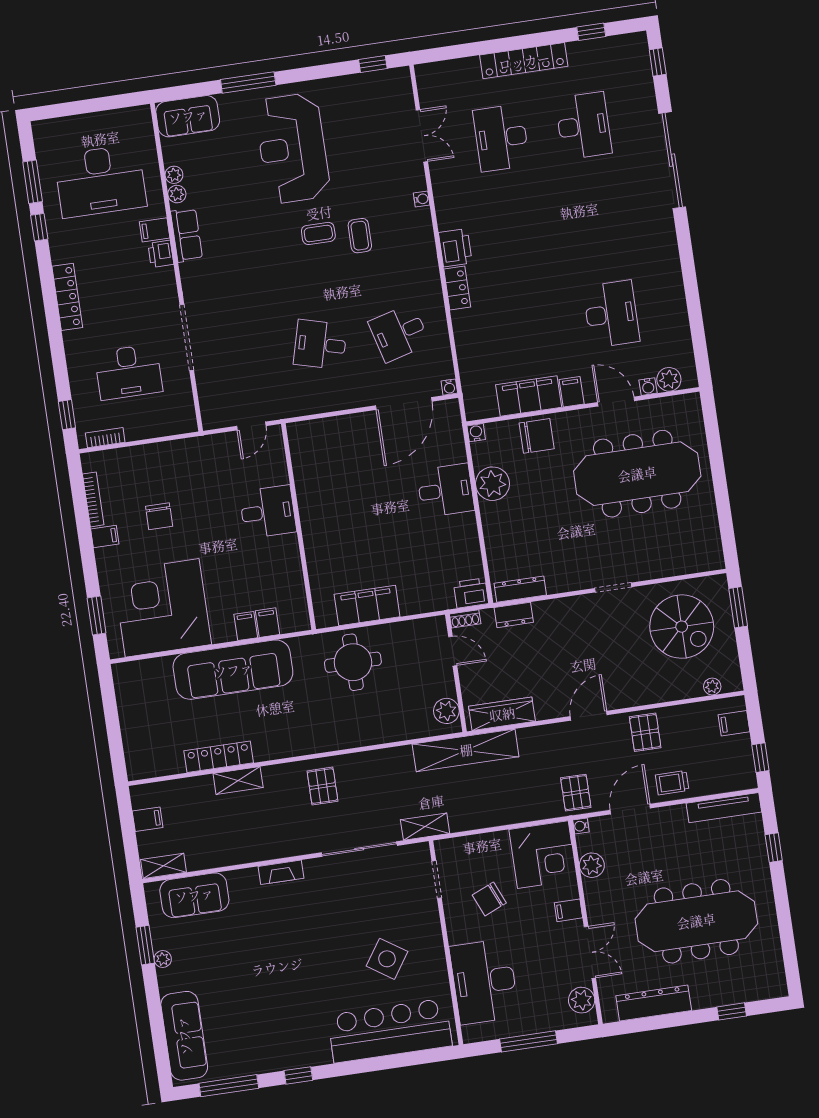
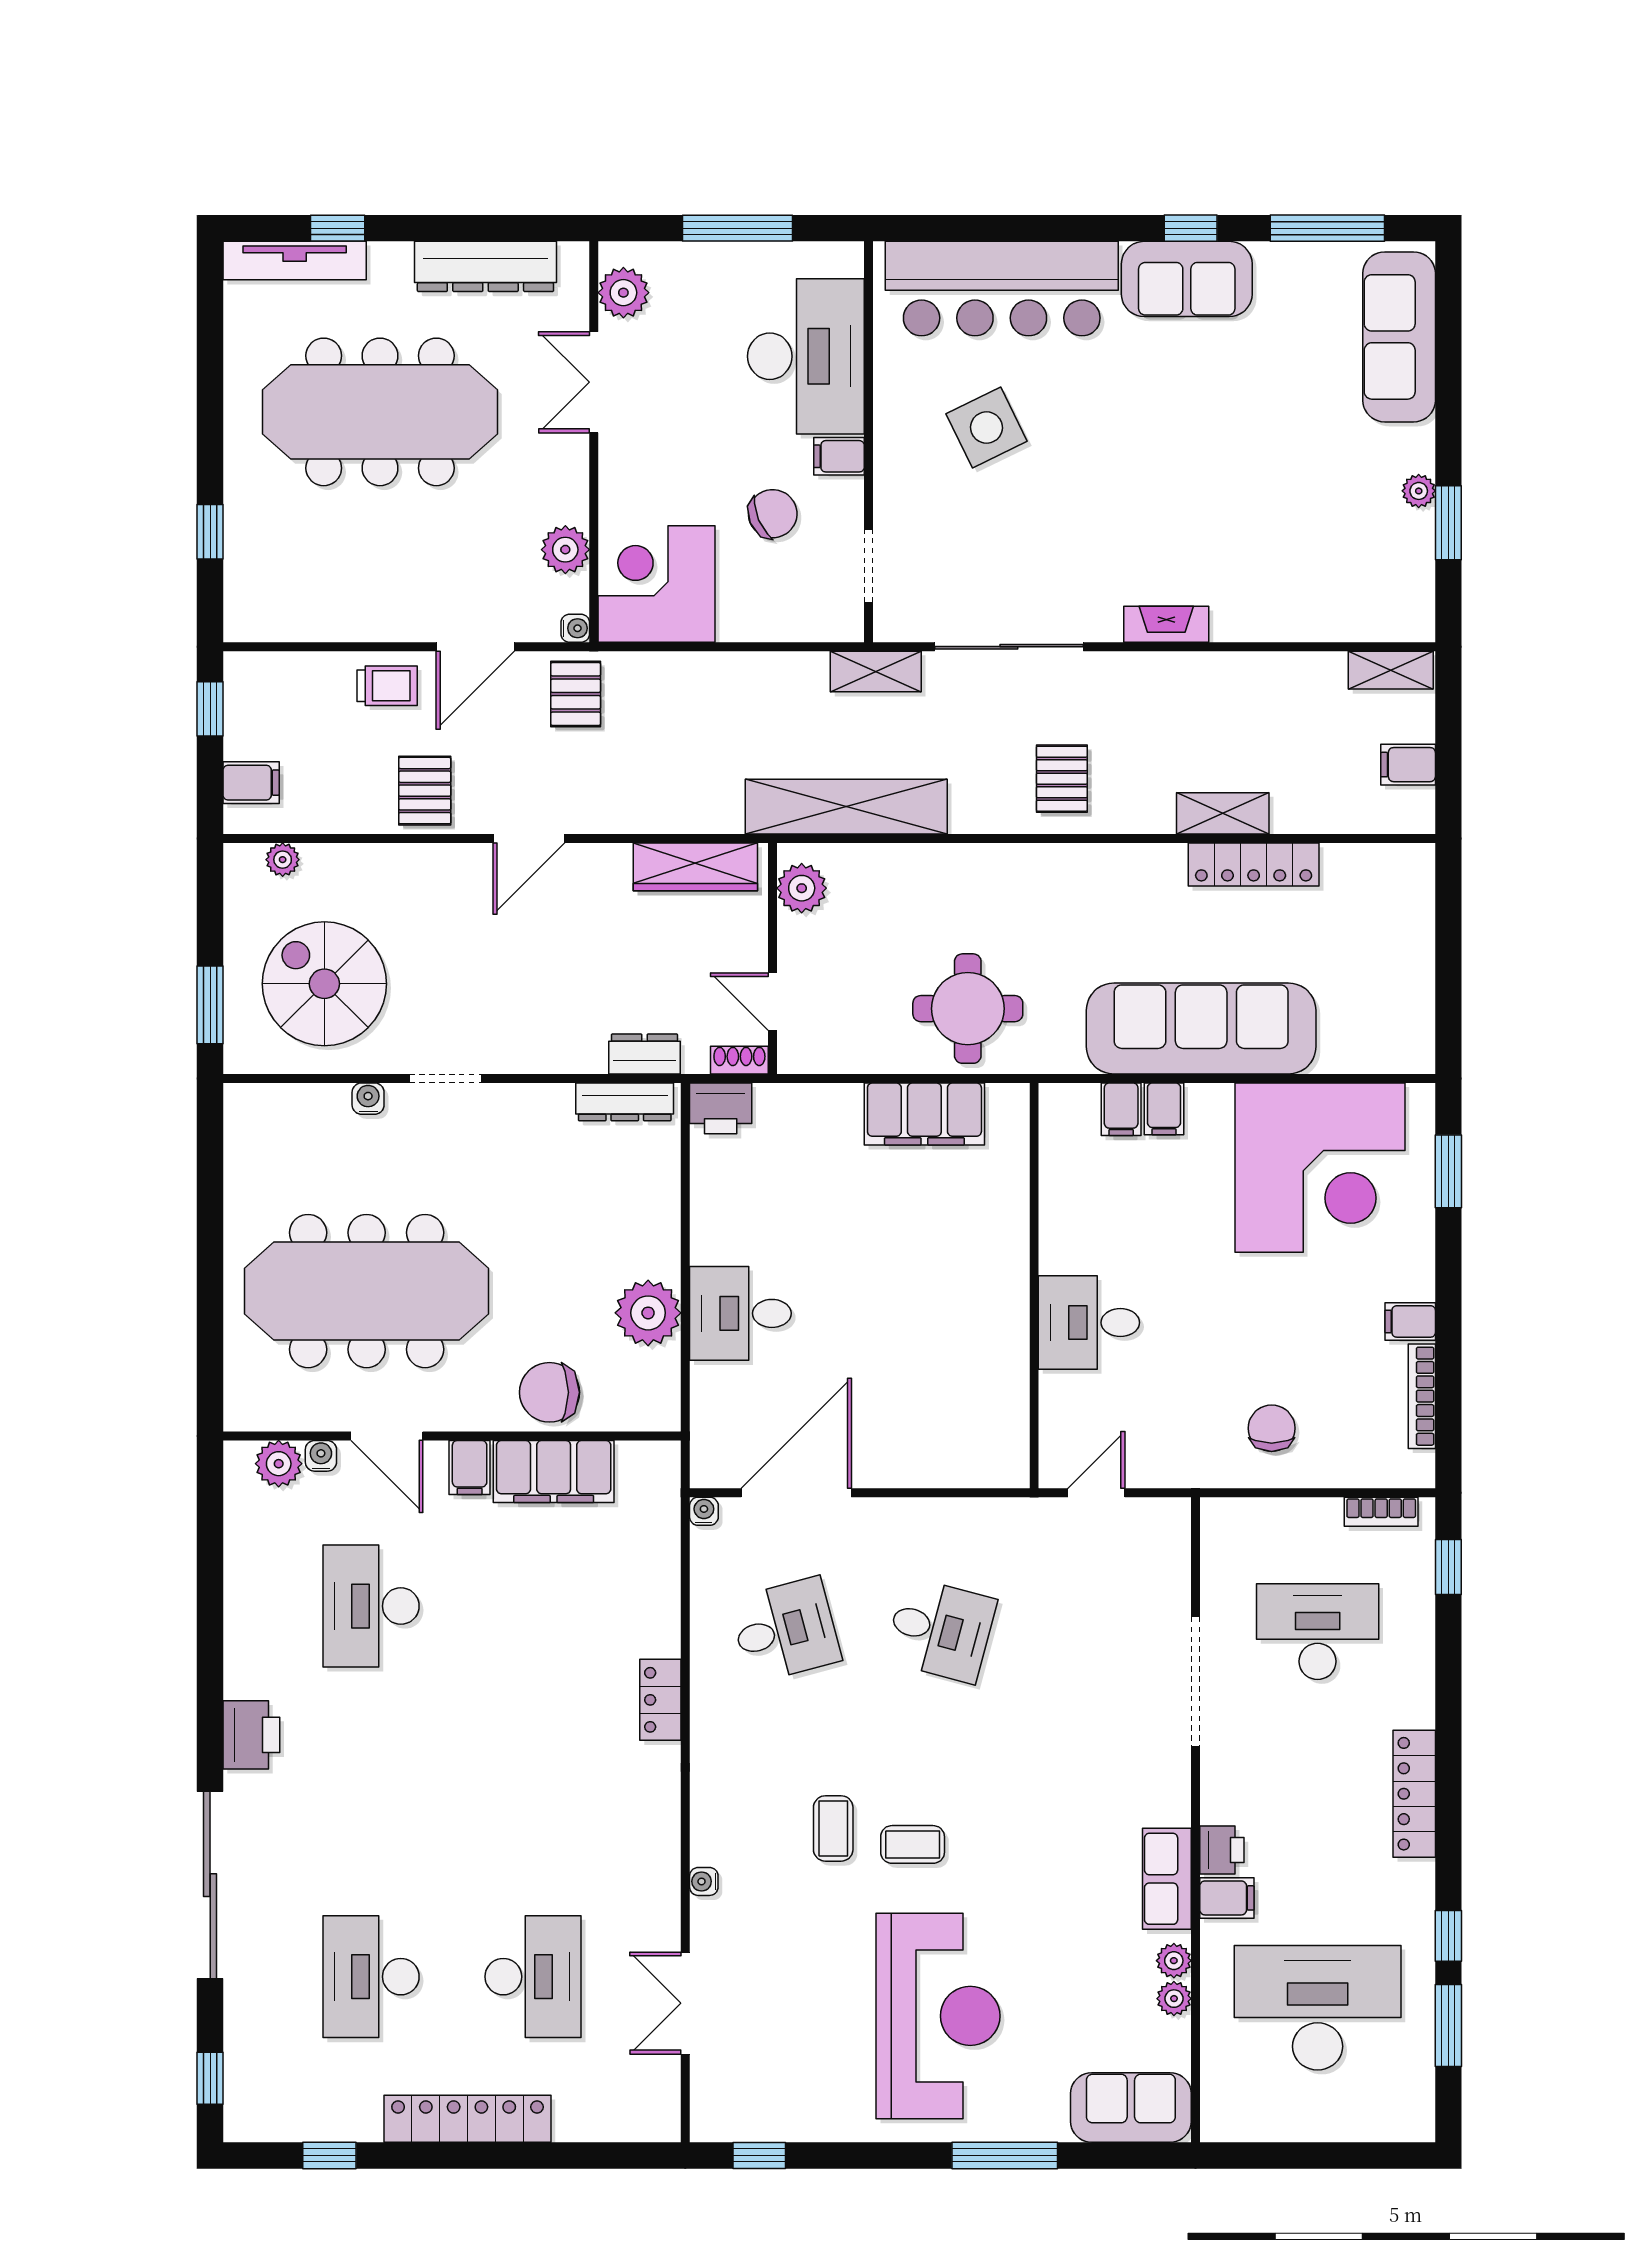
printer: (455, 248) -> (251, 1735), moved, turned 180
water cooler: (476, 433) -> (368, 1099), moved, turned 180
chair: (159, 516) -> (1272, 1428), moved
shelving: (466, 750) -> (846, 807), moved
tv unit: (724, 808) -> (295, 261), moved, turned 180
sofa: (194, 895) -> (1187, 279), moved, turned 180
filing cabinet: (568, 910) -> (839, 456), moved, turned 180
side table: (387, 959) -> (987, 427), turned 30

